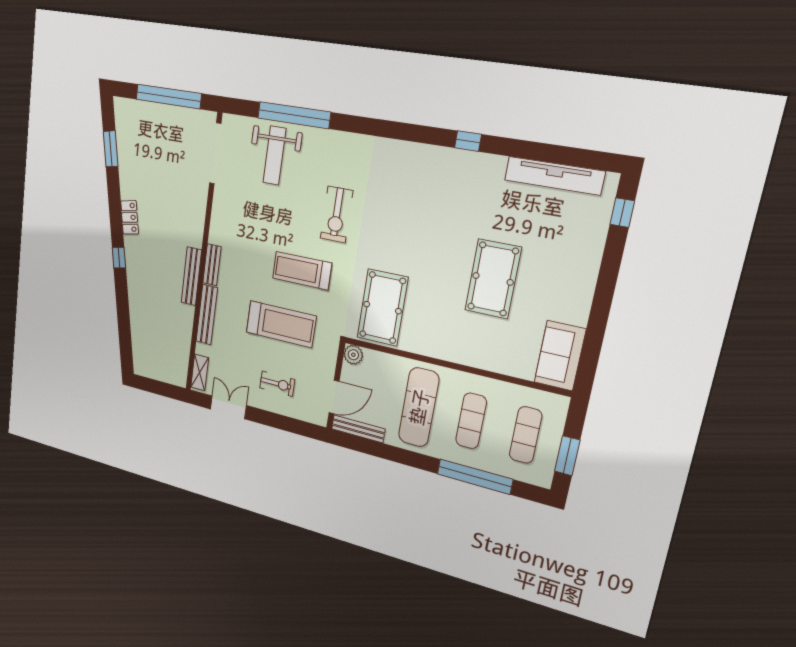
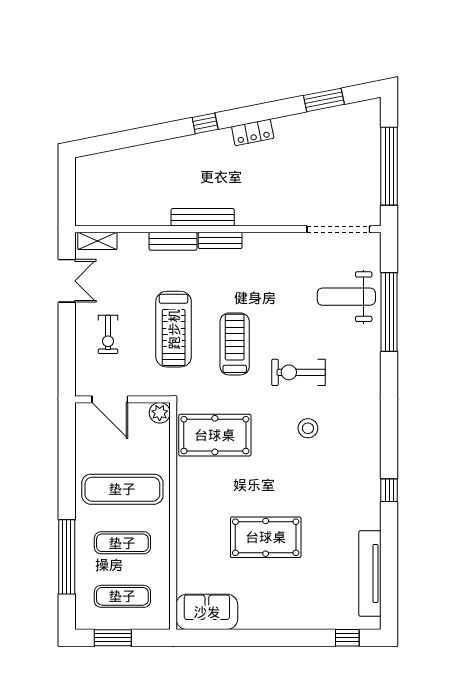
stool: (391, 215) -> (308, 428), added
bench: (207, 315) -> (173, 241), width x0.73
bench: (358, 429) -> (83, 431), removed

